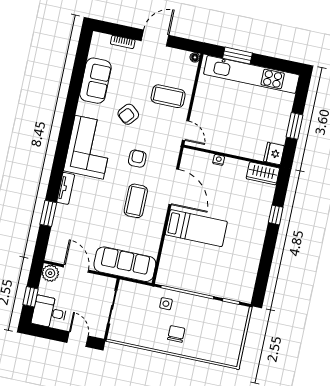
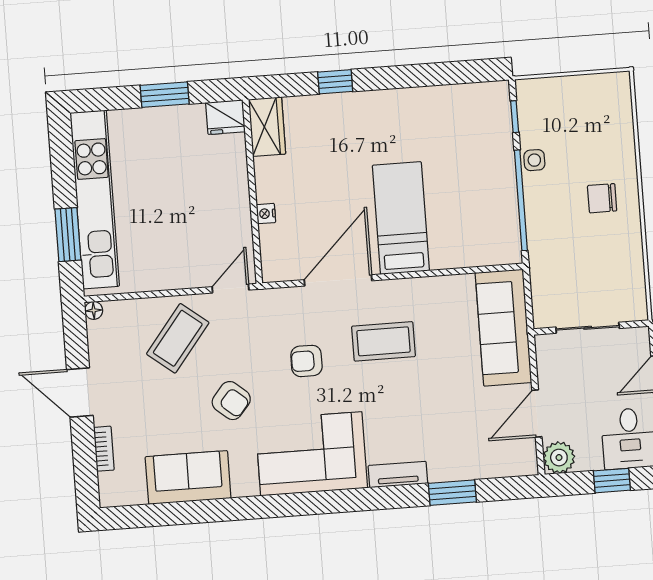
coffee table: (168, 96) -> (178, 338), turned 38
side table: (166, 304) -> (534, 160), moved

